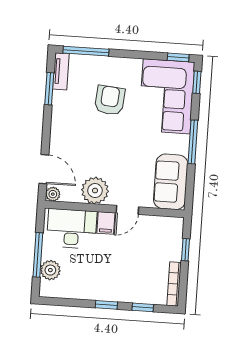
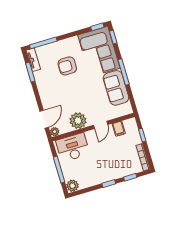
armchair: (110, 100) -> (67, 66), turned -95
door: (44, 169) -> (44, 119), hinge flipped
sofa: (171, 182) -> (116, 88), moved
filing cabinet: (106, 223) -> (119, 129), moved
plant: (50, 270) -> (72, 186), moved

